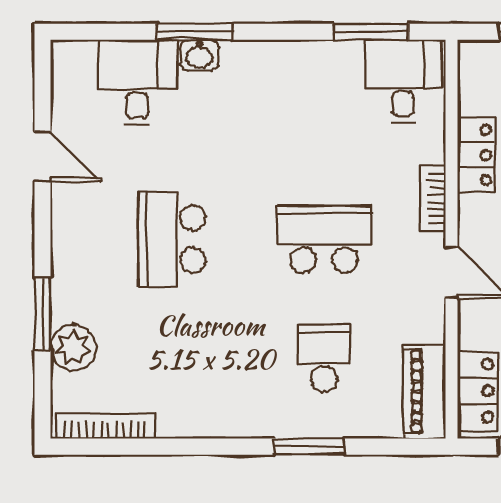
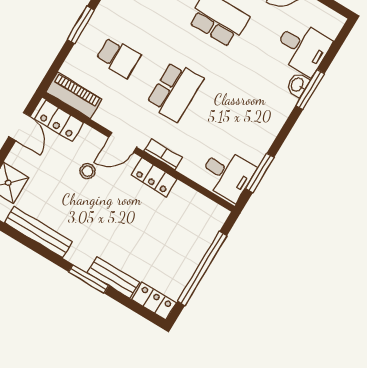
locker: (476, 155) -> (154, 177), moved

